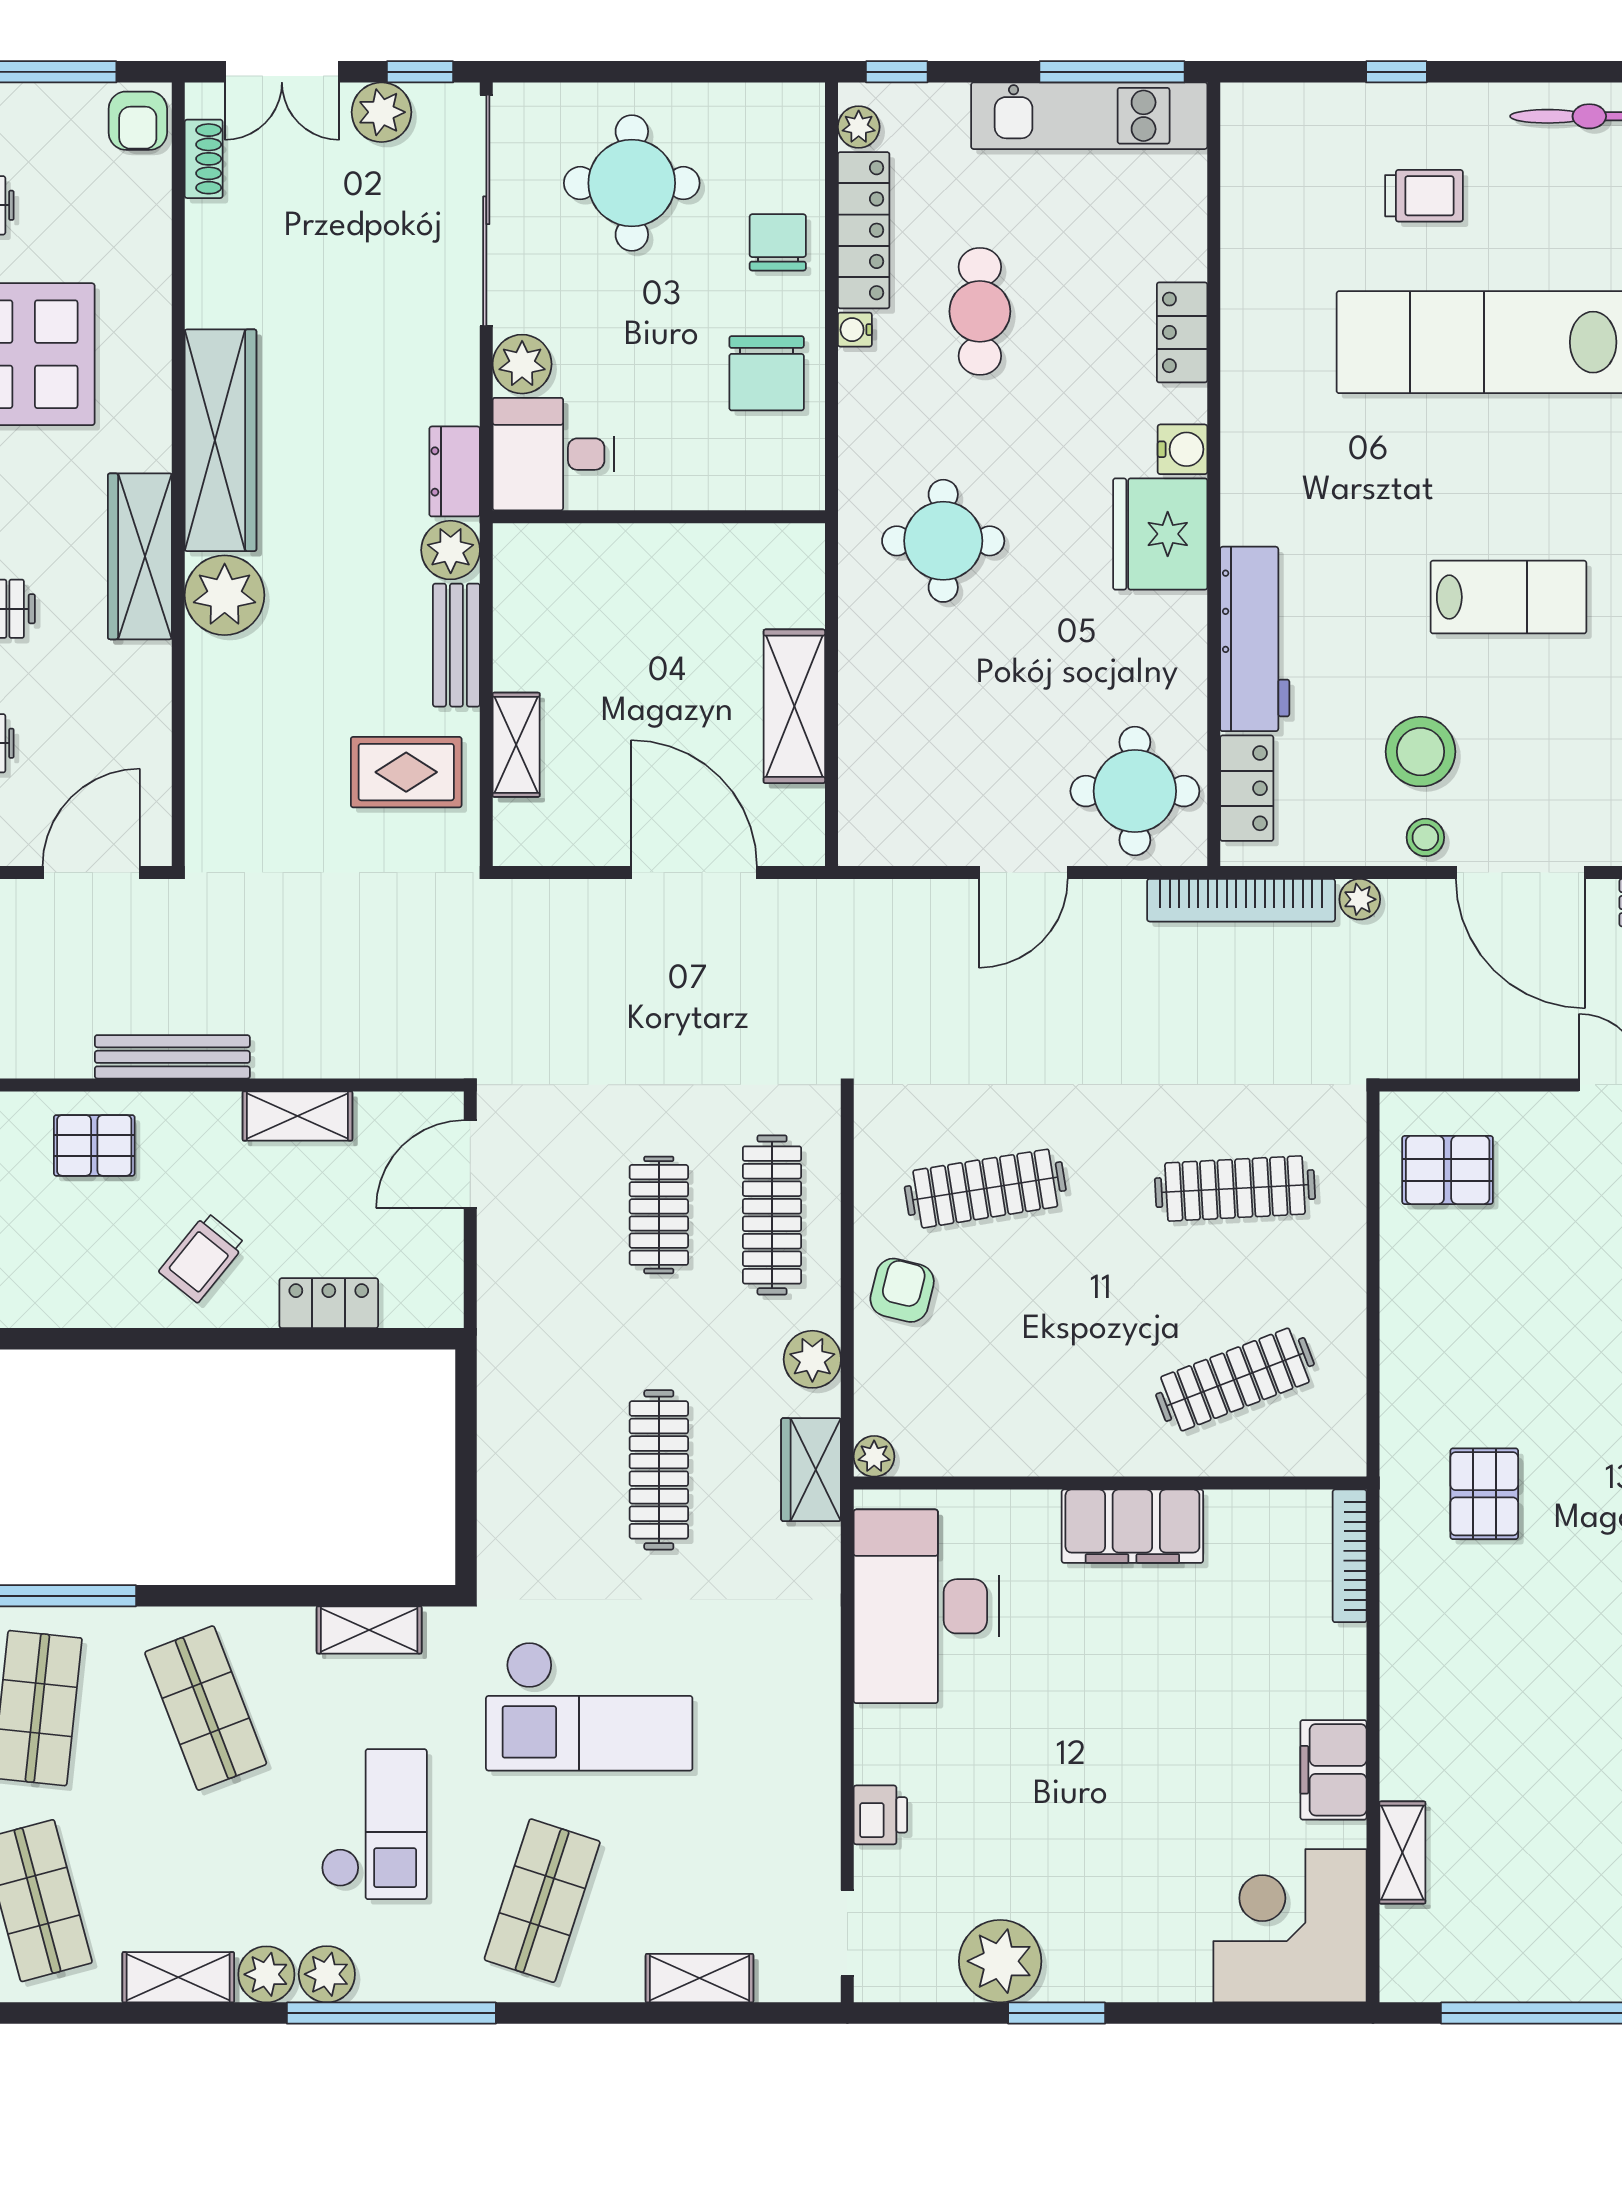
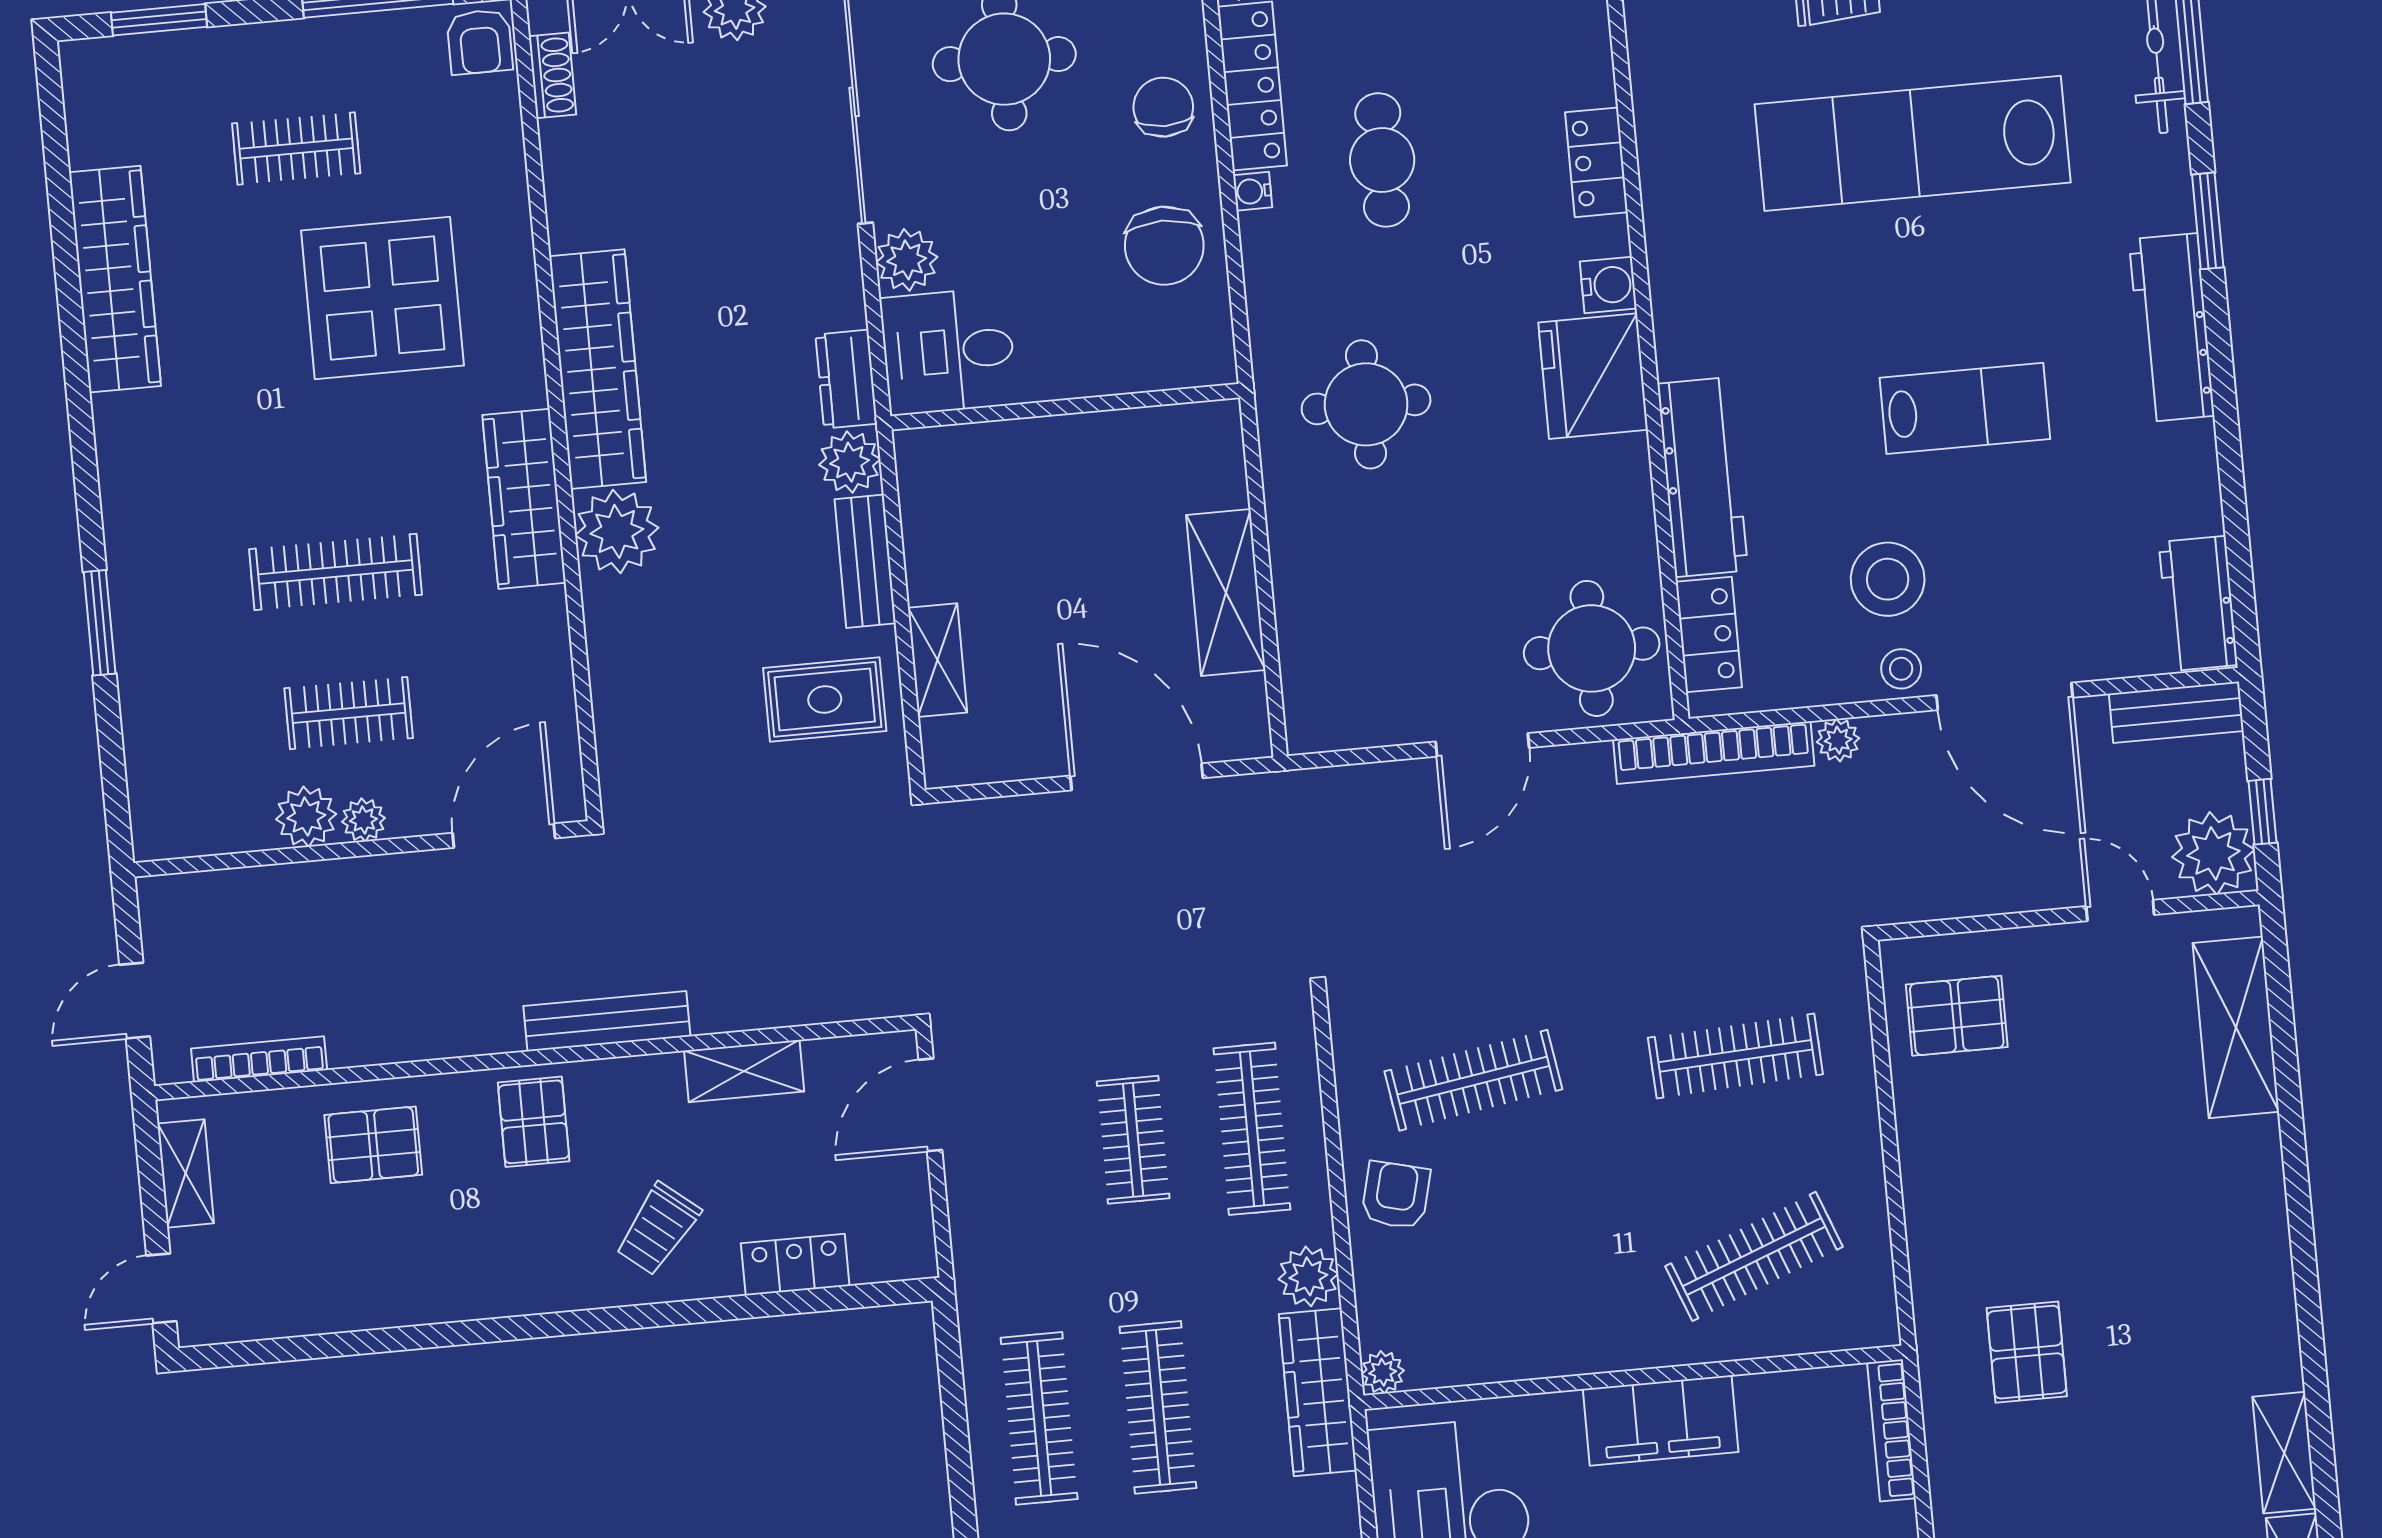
pallet: (94, 1145) -> (534, 1122), turned 90
clothes rail: (546, 1470) -> (1039, 1418), added
wardrobe: (811, 1470) -> (1318, 1392), width x1.50

